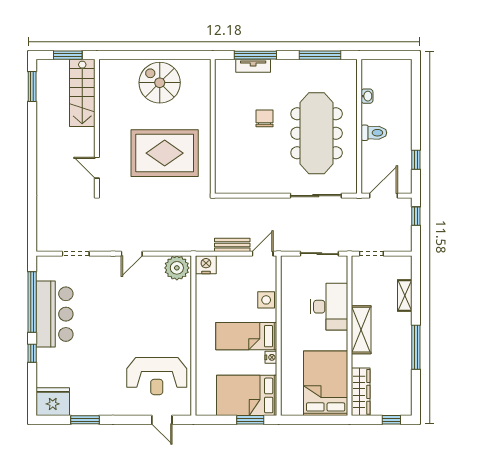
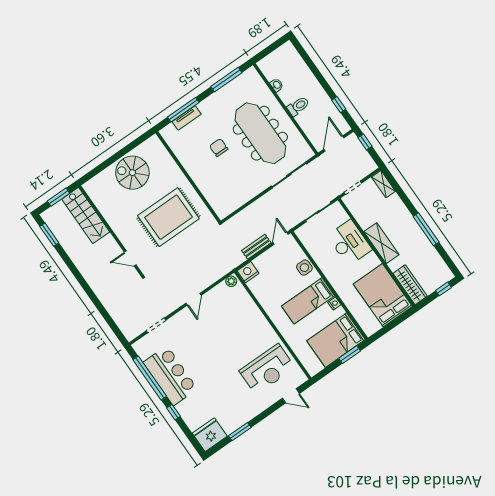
plant: (177, 268) -> (231, 281), width x0.53, depth x0.53
shelving: (405, 296) -> (383, 184), moved

